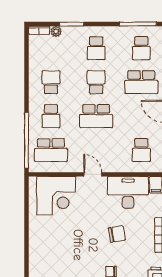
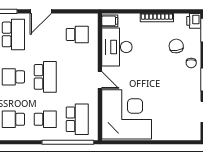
door: (93, 174) -> (100, 80), swing flipped
corner desk: (56, 196) -> (127, 114), width x1.36, depth x1.36
chair: (117, 234) -> (176, 46), moved

